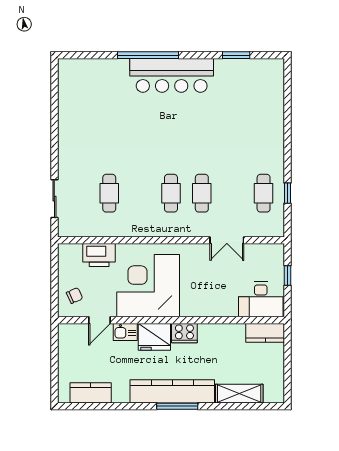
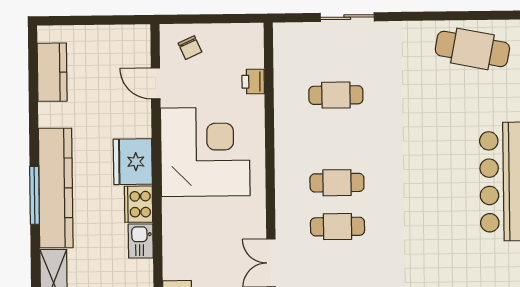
cafe table: (78, 97) -> (472, 49), added
sliding door: (54, 199) -> (347, 17), moved
printer: (99, 255) -> (253, 82), width x0.53, depth x0.68
kitchen sink: (125, 332) -> (141, 241), moved

